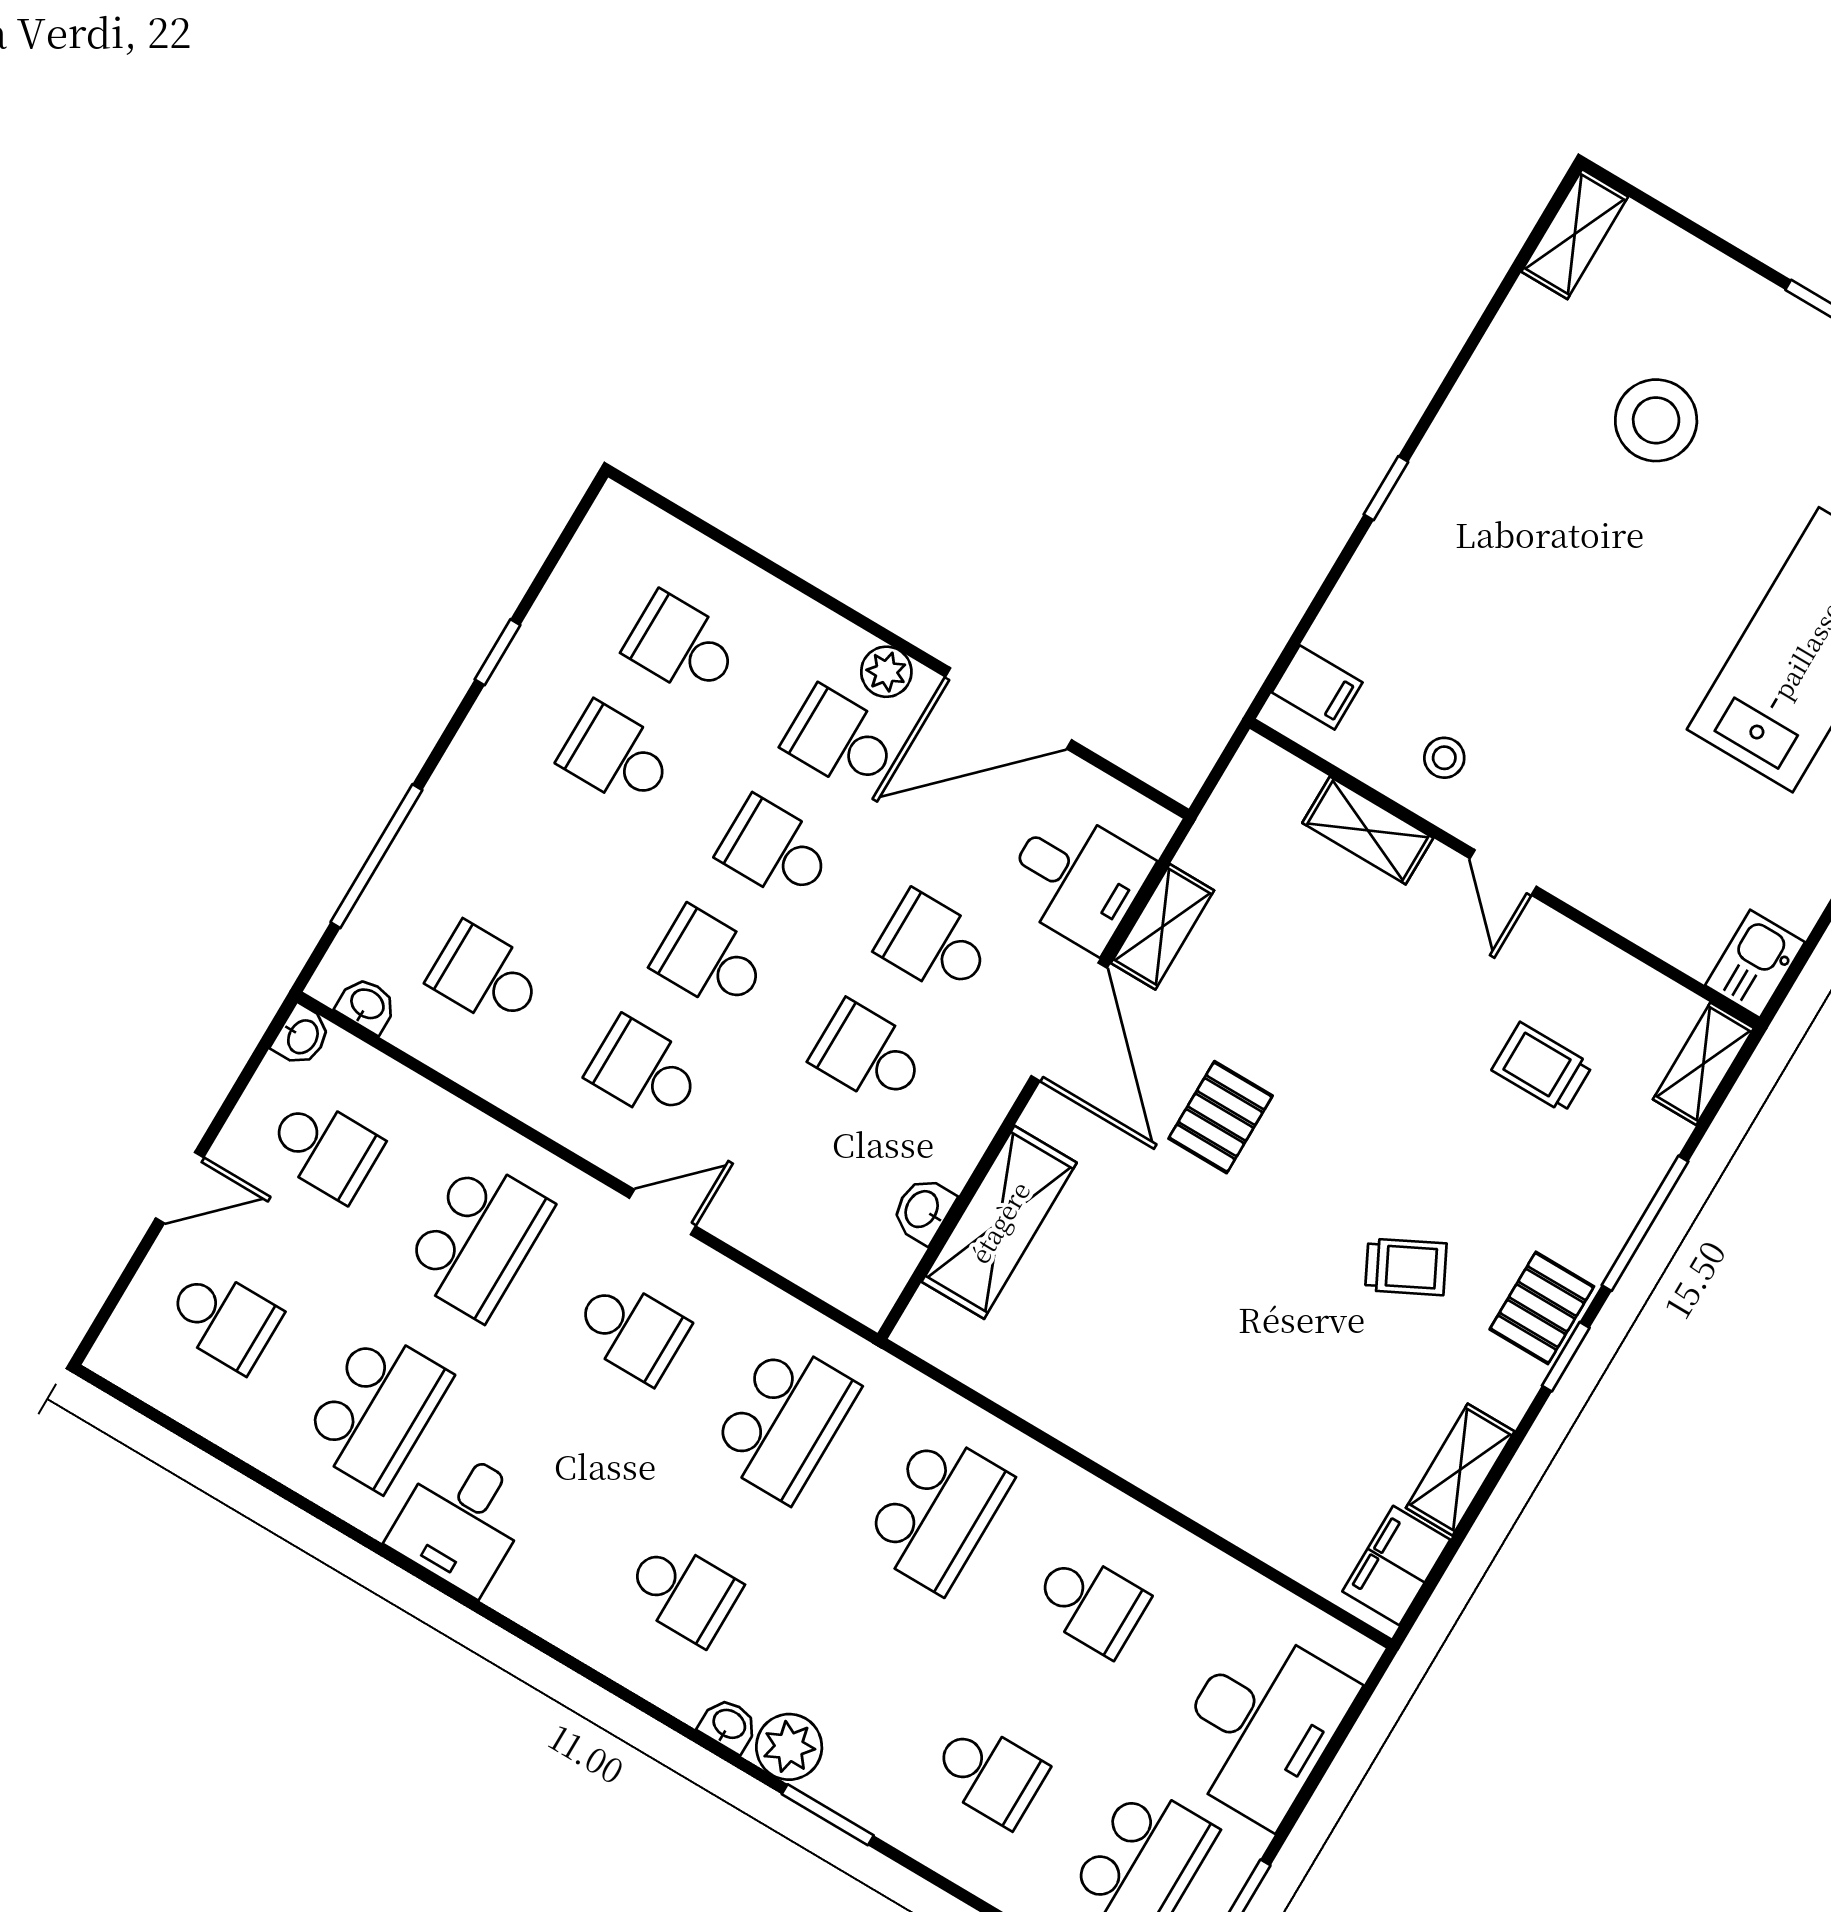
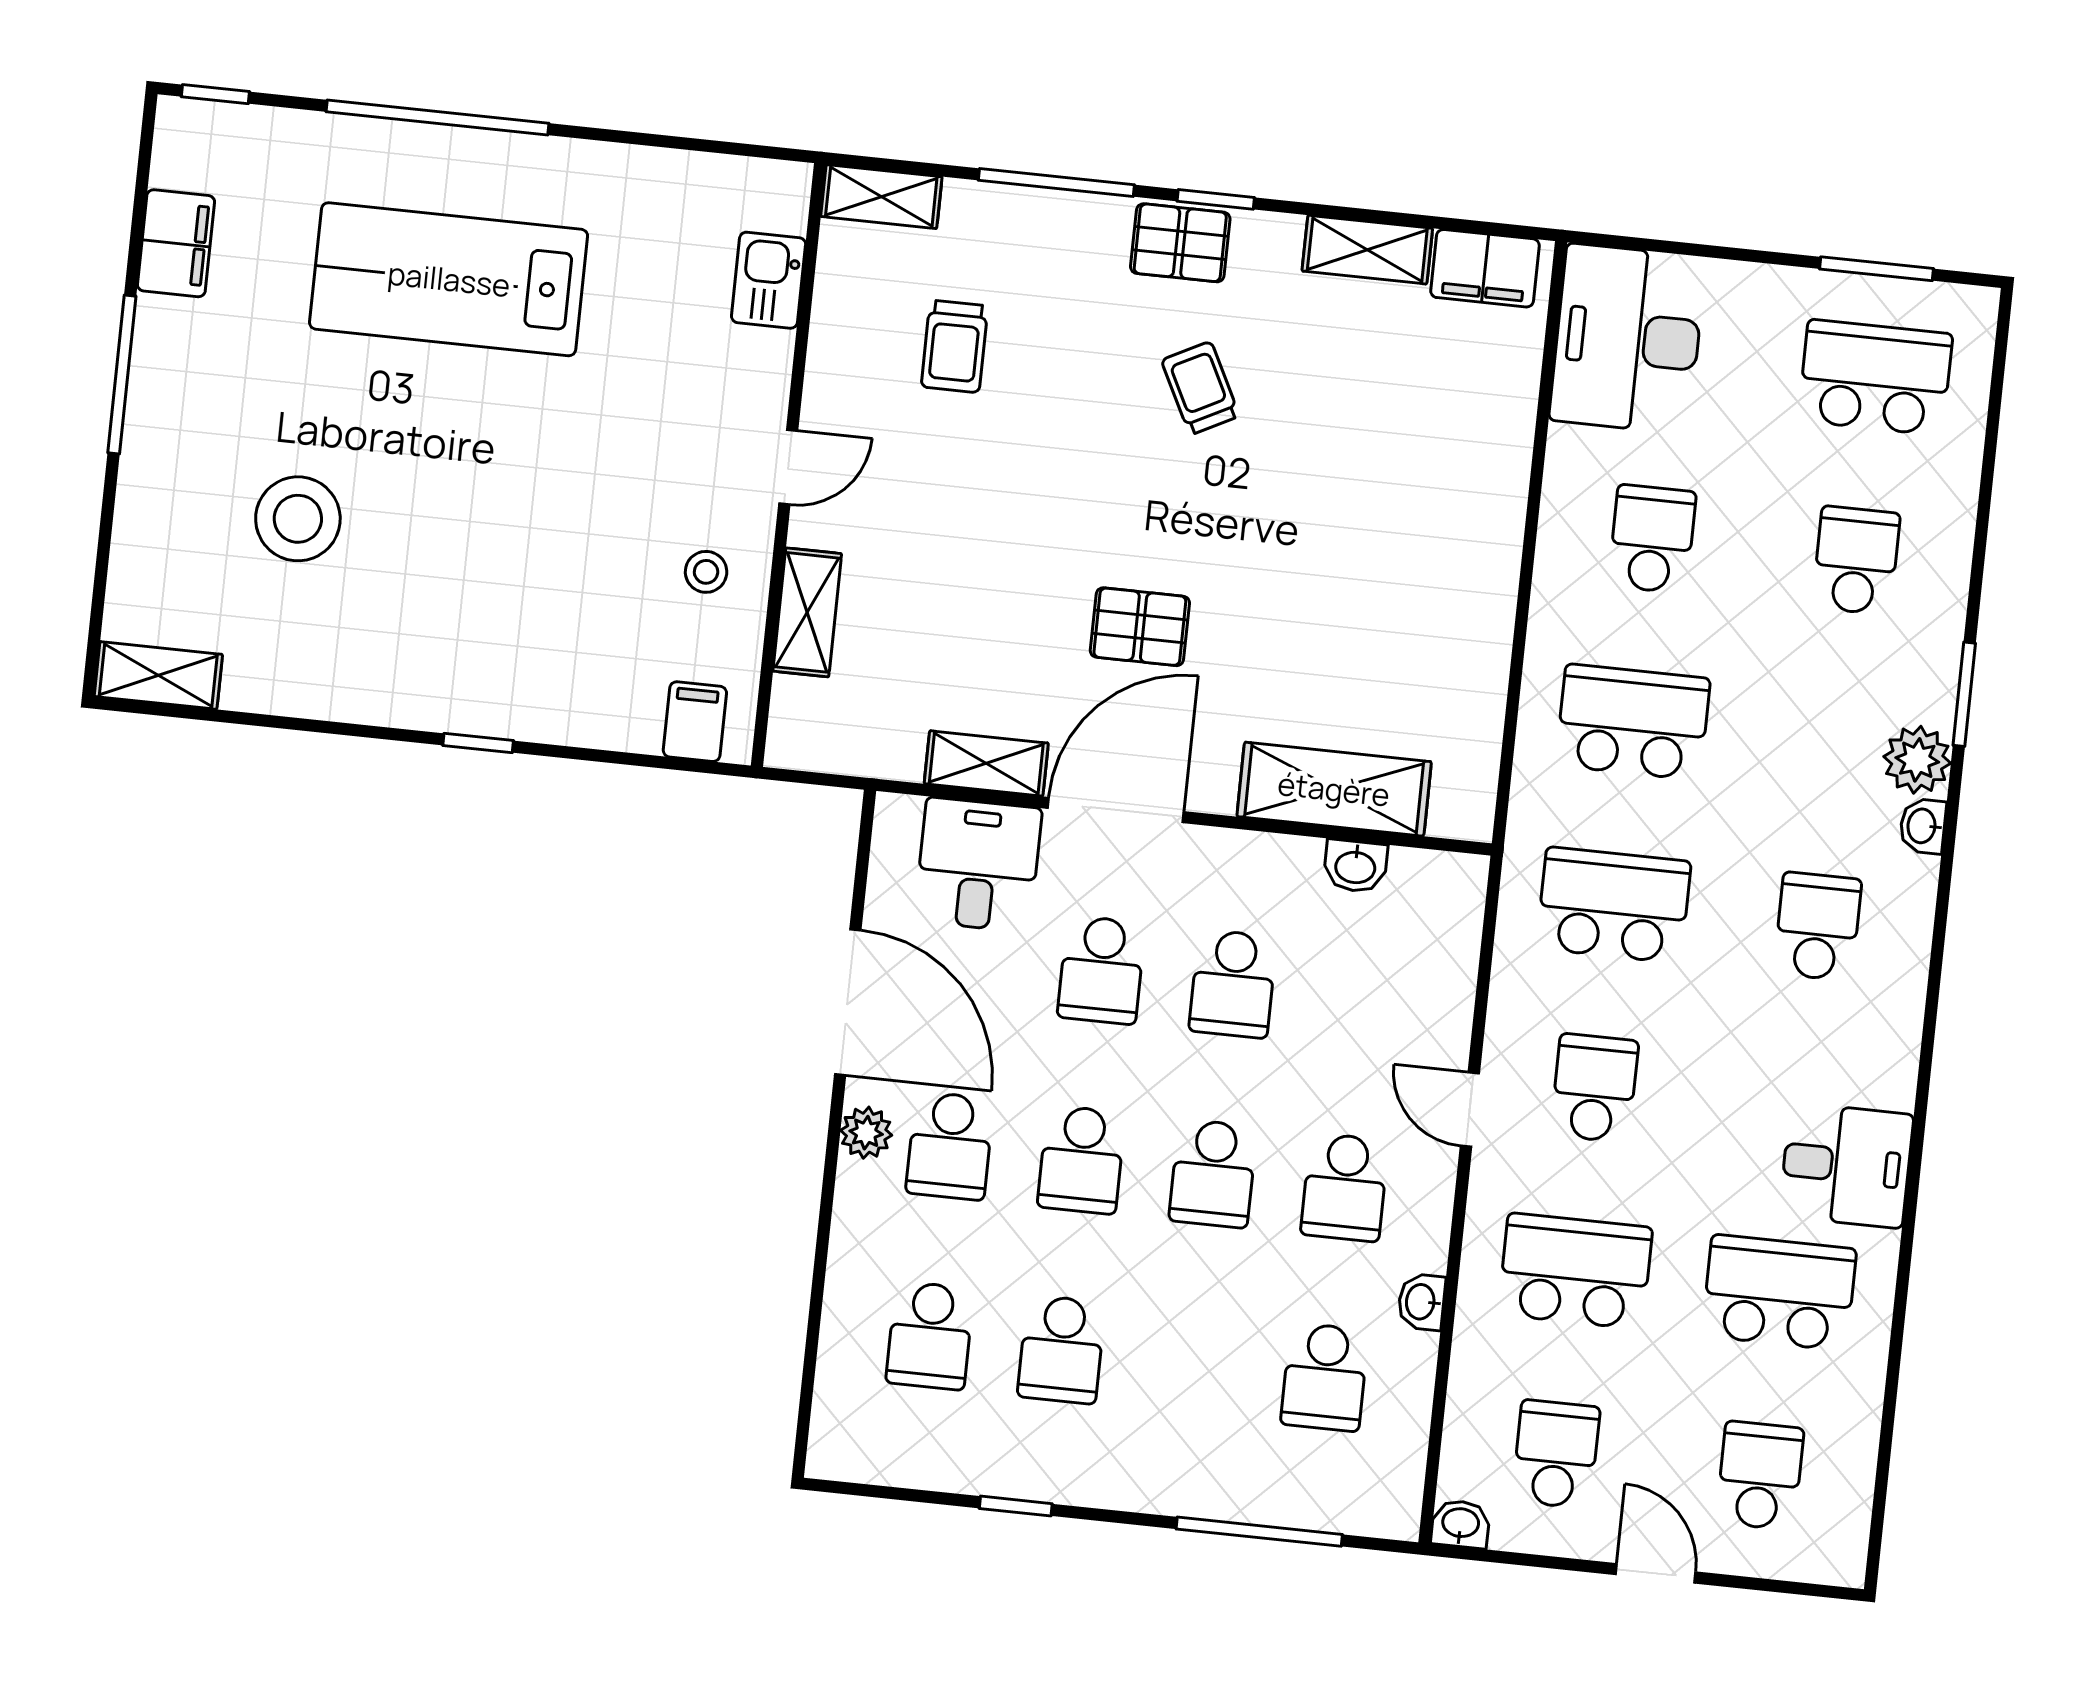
kitchen sink: (1755, 964) -> (769, 280), moved, turned 90
washbasin: (367, 1005) -> (1421, 1302), moved
desk: (1261, 1725) -> (1628, 339), moved, turned -90

